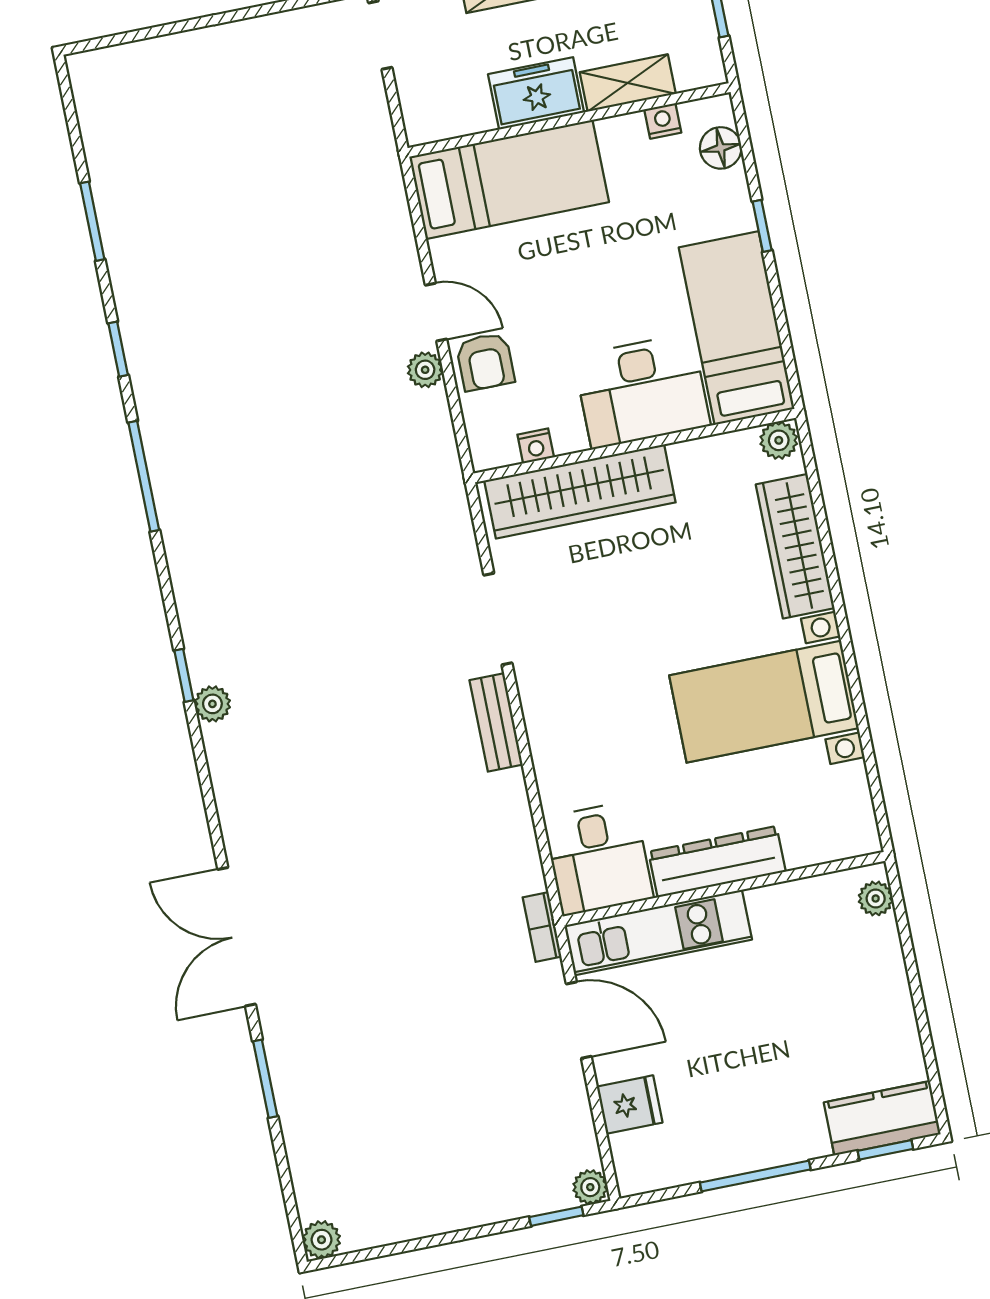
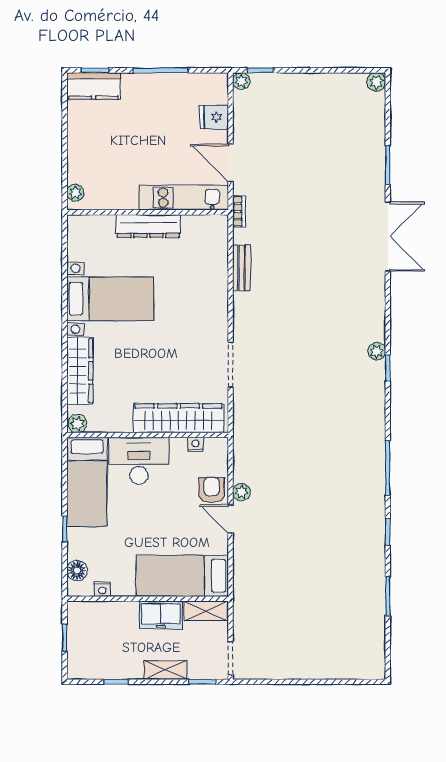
shelving: (628, 83) -> (206, 611), moved
bench: (496, 722) -> (242, 268), moved
desk: (598, 858) -> (205, 239), removed

